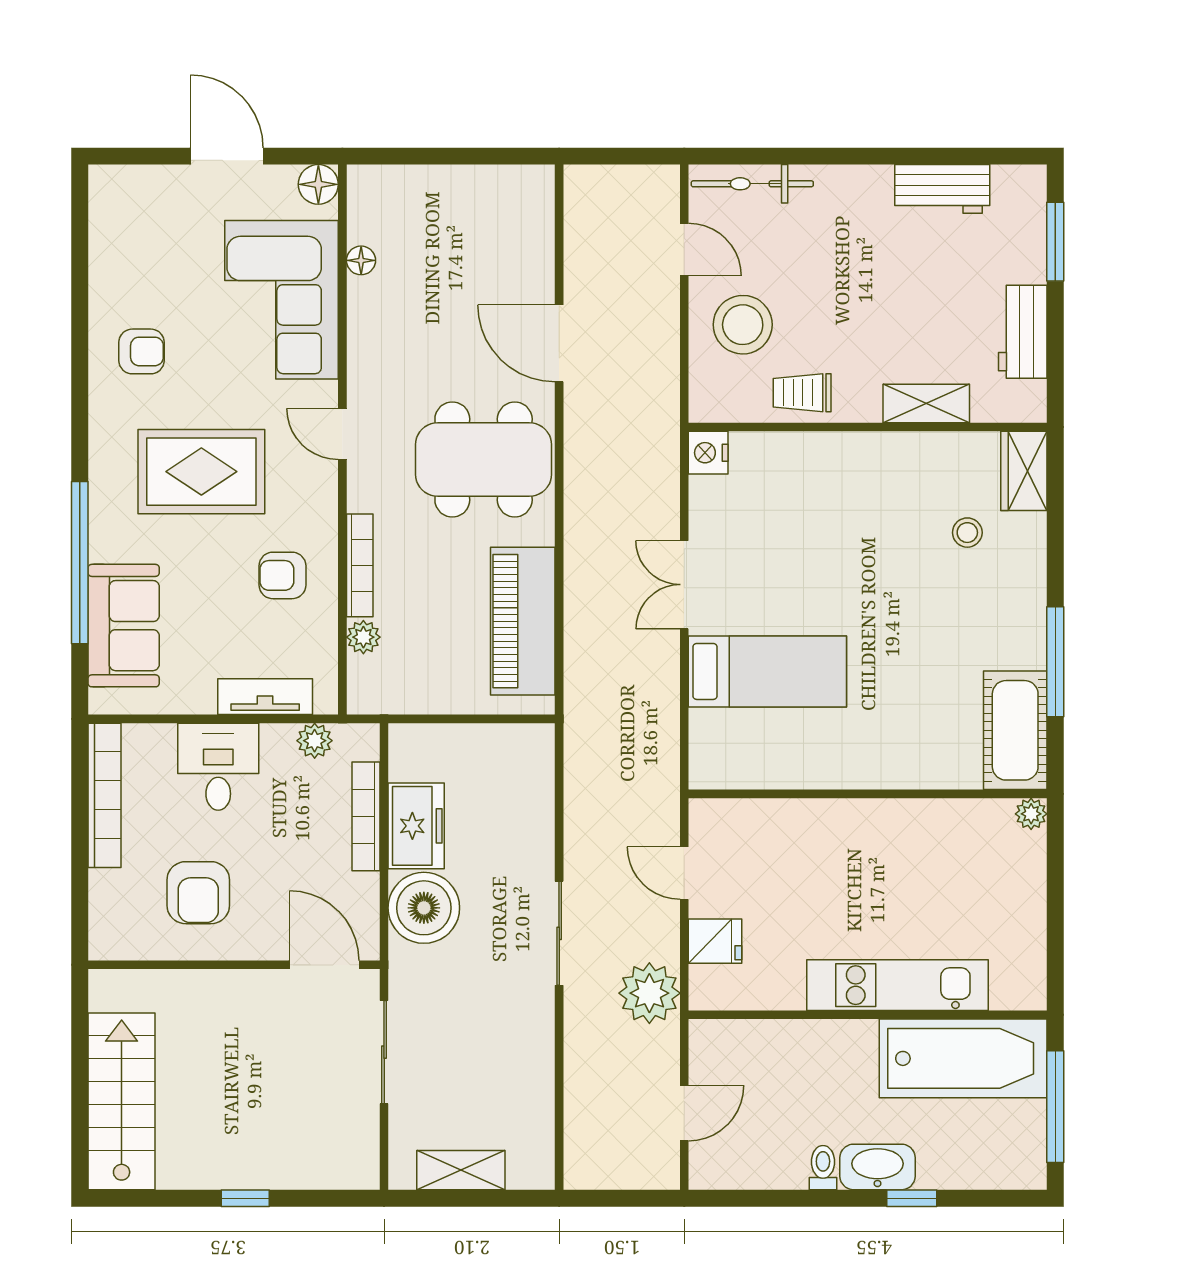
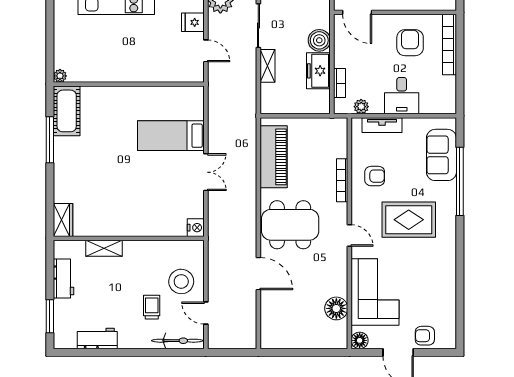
floor lamp: (361, 260) -> (336, 308), width x1.89, depth x1.89
armchair: (142, 351) -> (425, 336), moved
trolley: (802, 393) -> (152, 307), moved, turned -90
stool: (967, 533) -> (87, 194), removed
plant: (363, 637) -> (341, 150), removed
bookcase: (105, 795) -> (449, 45), moved
bookcase: (366, 816) -> (340, 83), width x0.64
shelving: (537, 838) -> (268, 66), added
boiler: (424, 908) -> (319, 40), width x0.73, depth x0.73

